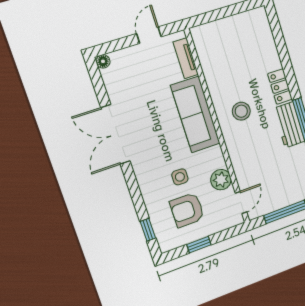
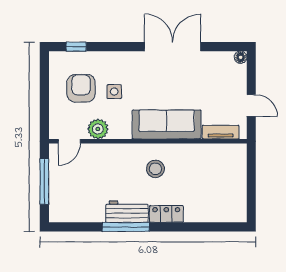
door: (241, 203) -> (69, 141), hinge flipped
window: (199, 245) -> (44, 89), removed

